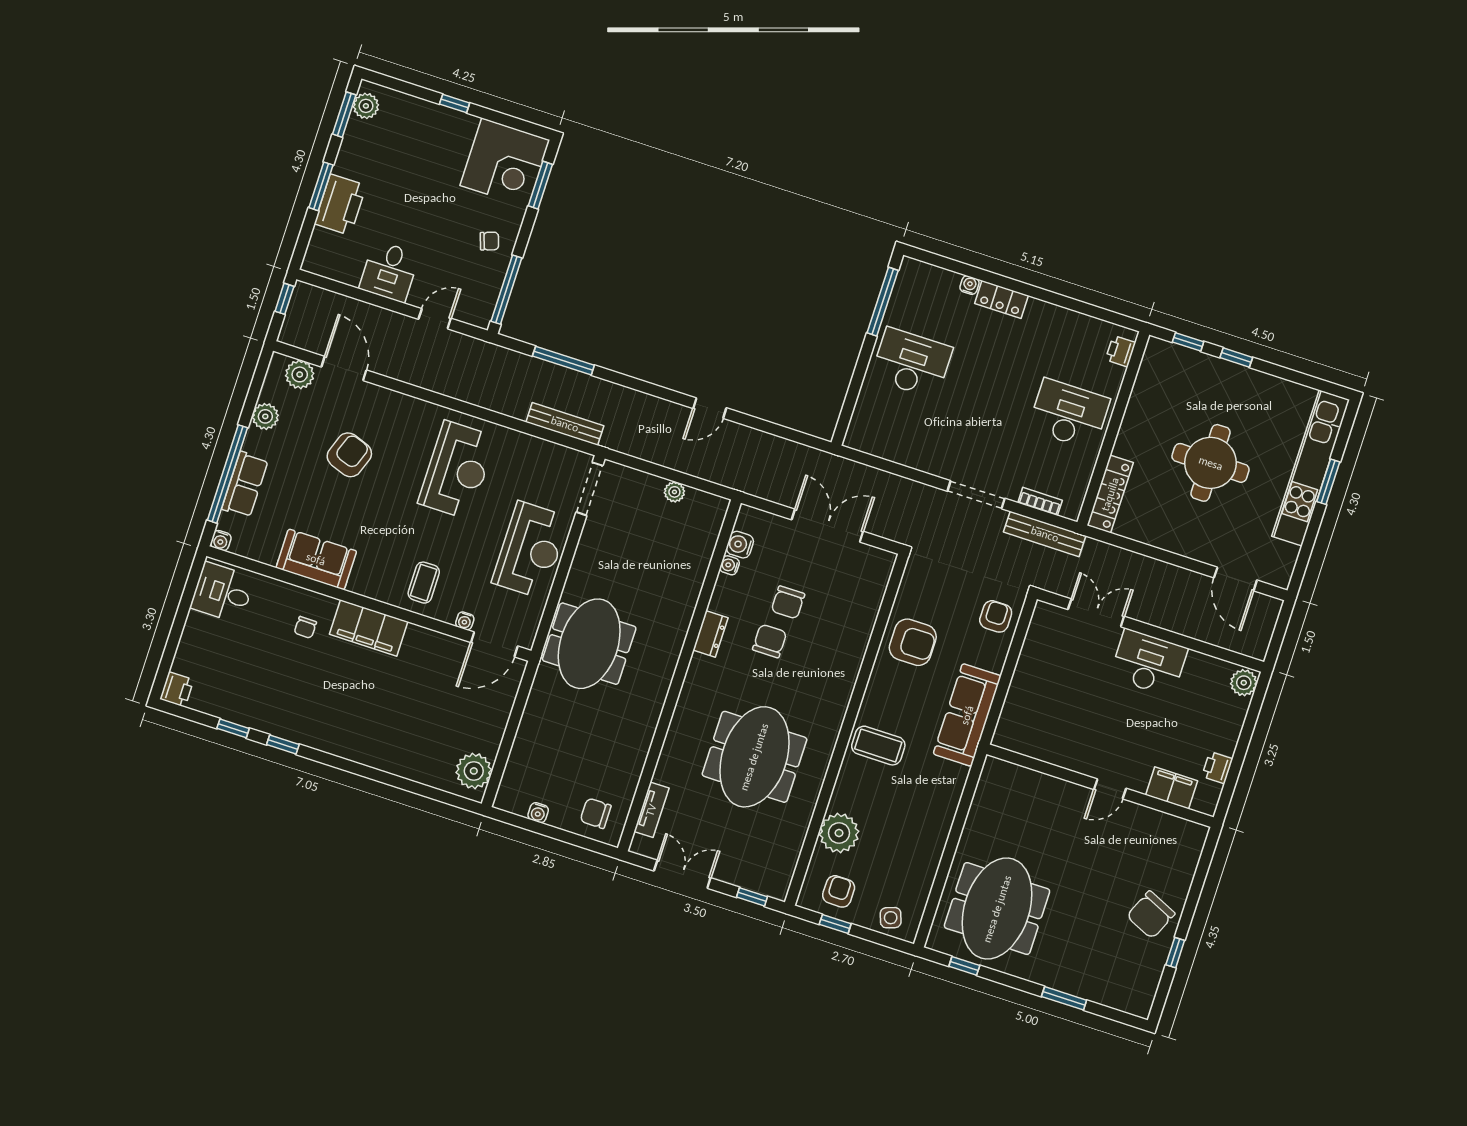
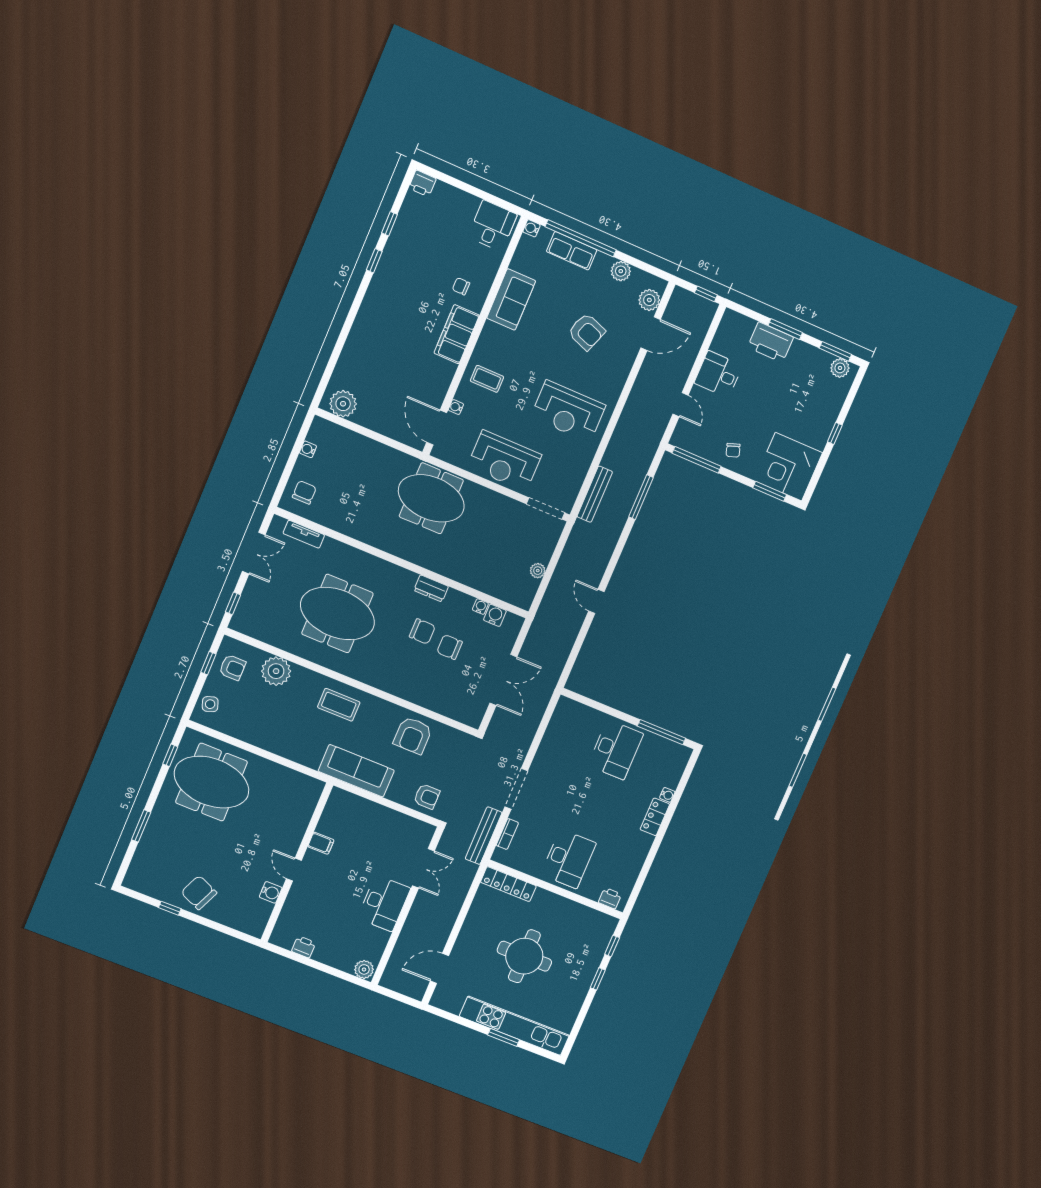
coffee table: (878, 746) -> (339, 705), turned 90
filing cabinet: (1172, 788) -> (321, 843), moved, width x0.50
water cooler: (1144, 818) -> (271, 892), added

